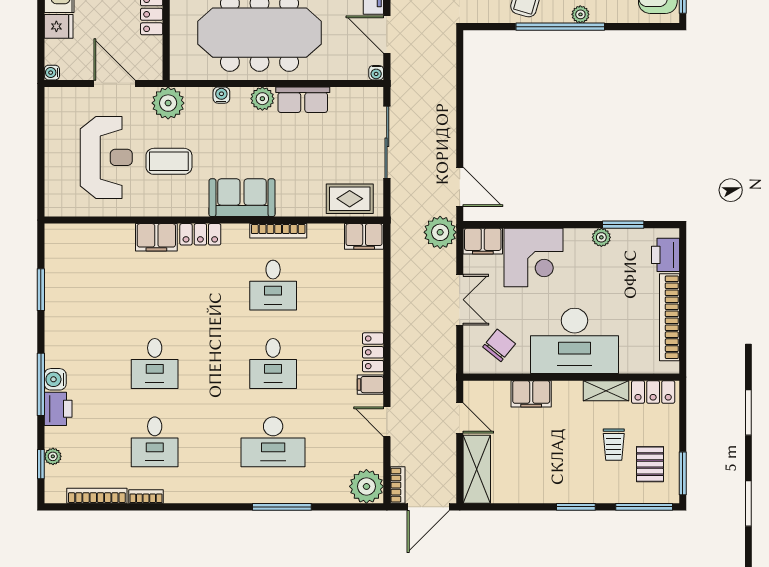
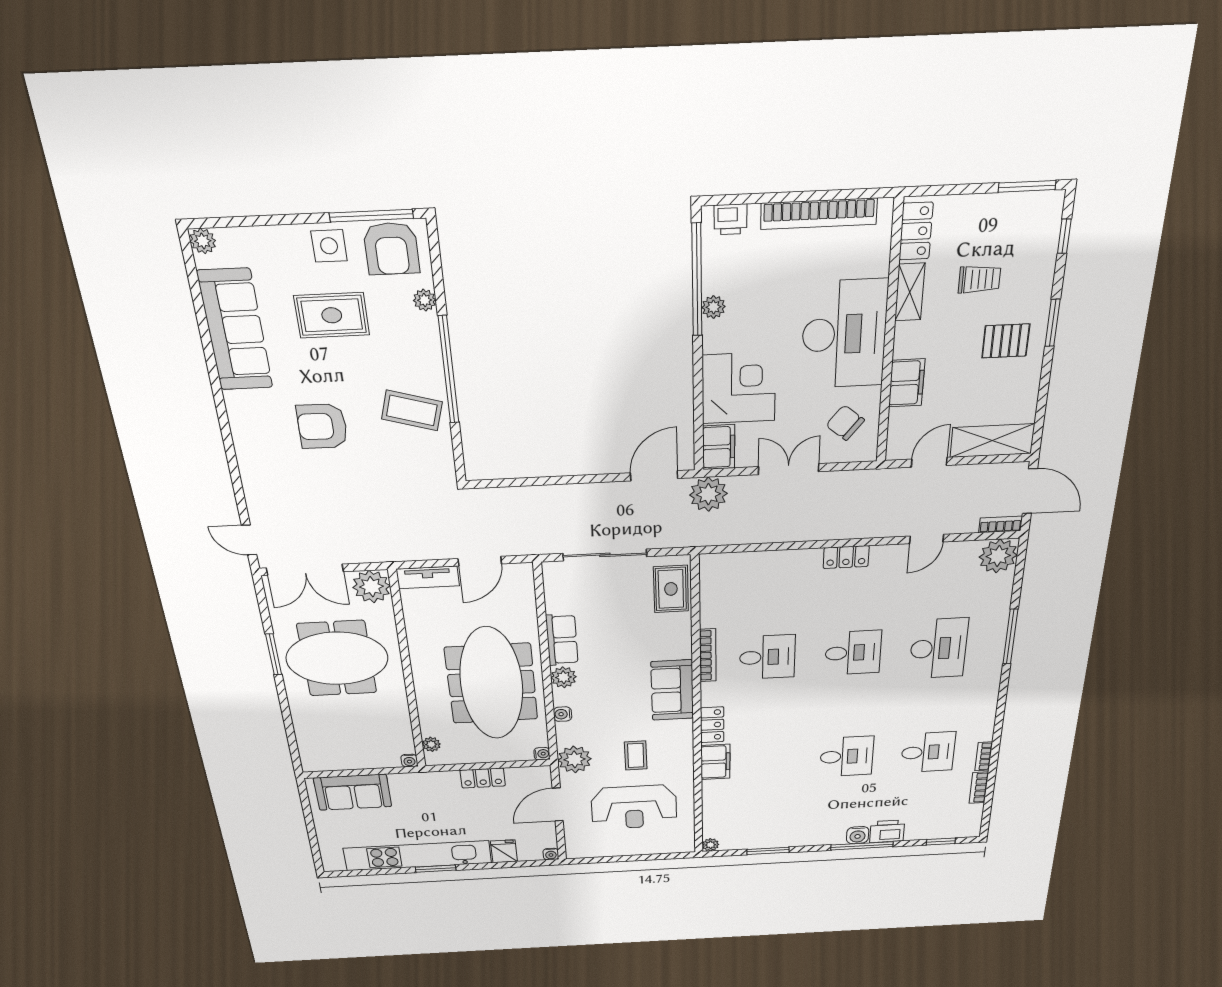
plant: (580, 14) -> (425, 300), moved
water cooler: (376, 73) -> (542, 754), moved
reception desk: (106, 157) -> (634, 807), turned 180
coffee table: (169, 161) -> (636, 756), width x0.73, depth x0.77
window: (623, 225) -> (697, 280), width x2.11
filing cabinet: (364, 236) -> (714, 573), removed
printer: (666, 255) -> (731, 219), width x0.73, depth x0.81
filing cabinet: (370, 385) -> (883, 558), removed
plant: (53, 456) -> (710, 845), moved
pallet: (650, 464) -> (1006, 341), moved
bookcase: (97, 496) -> (979, 788), width x0.64
window: (644, 507) -> (1064, 236), width x0.46

